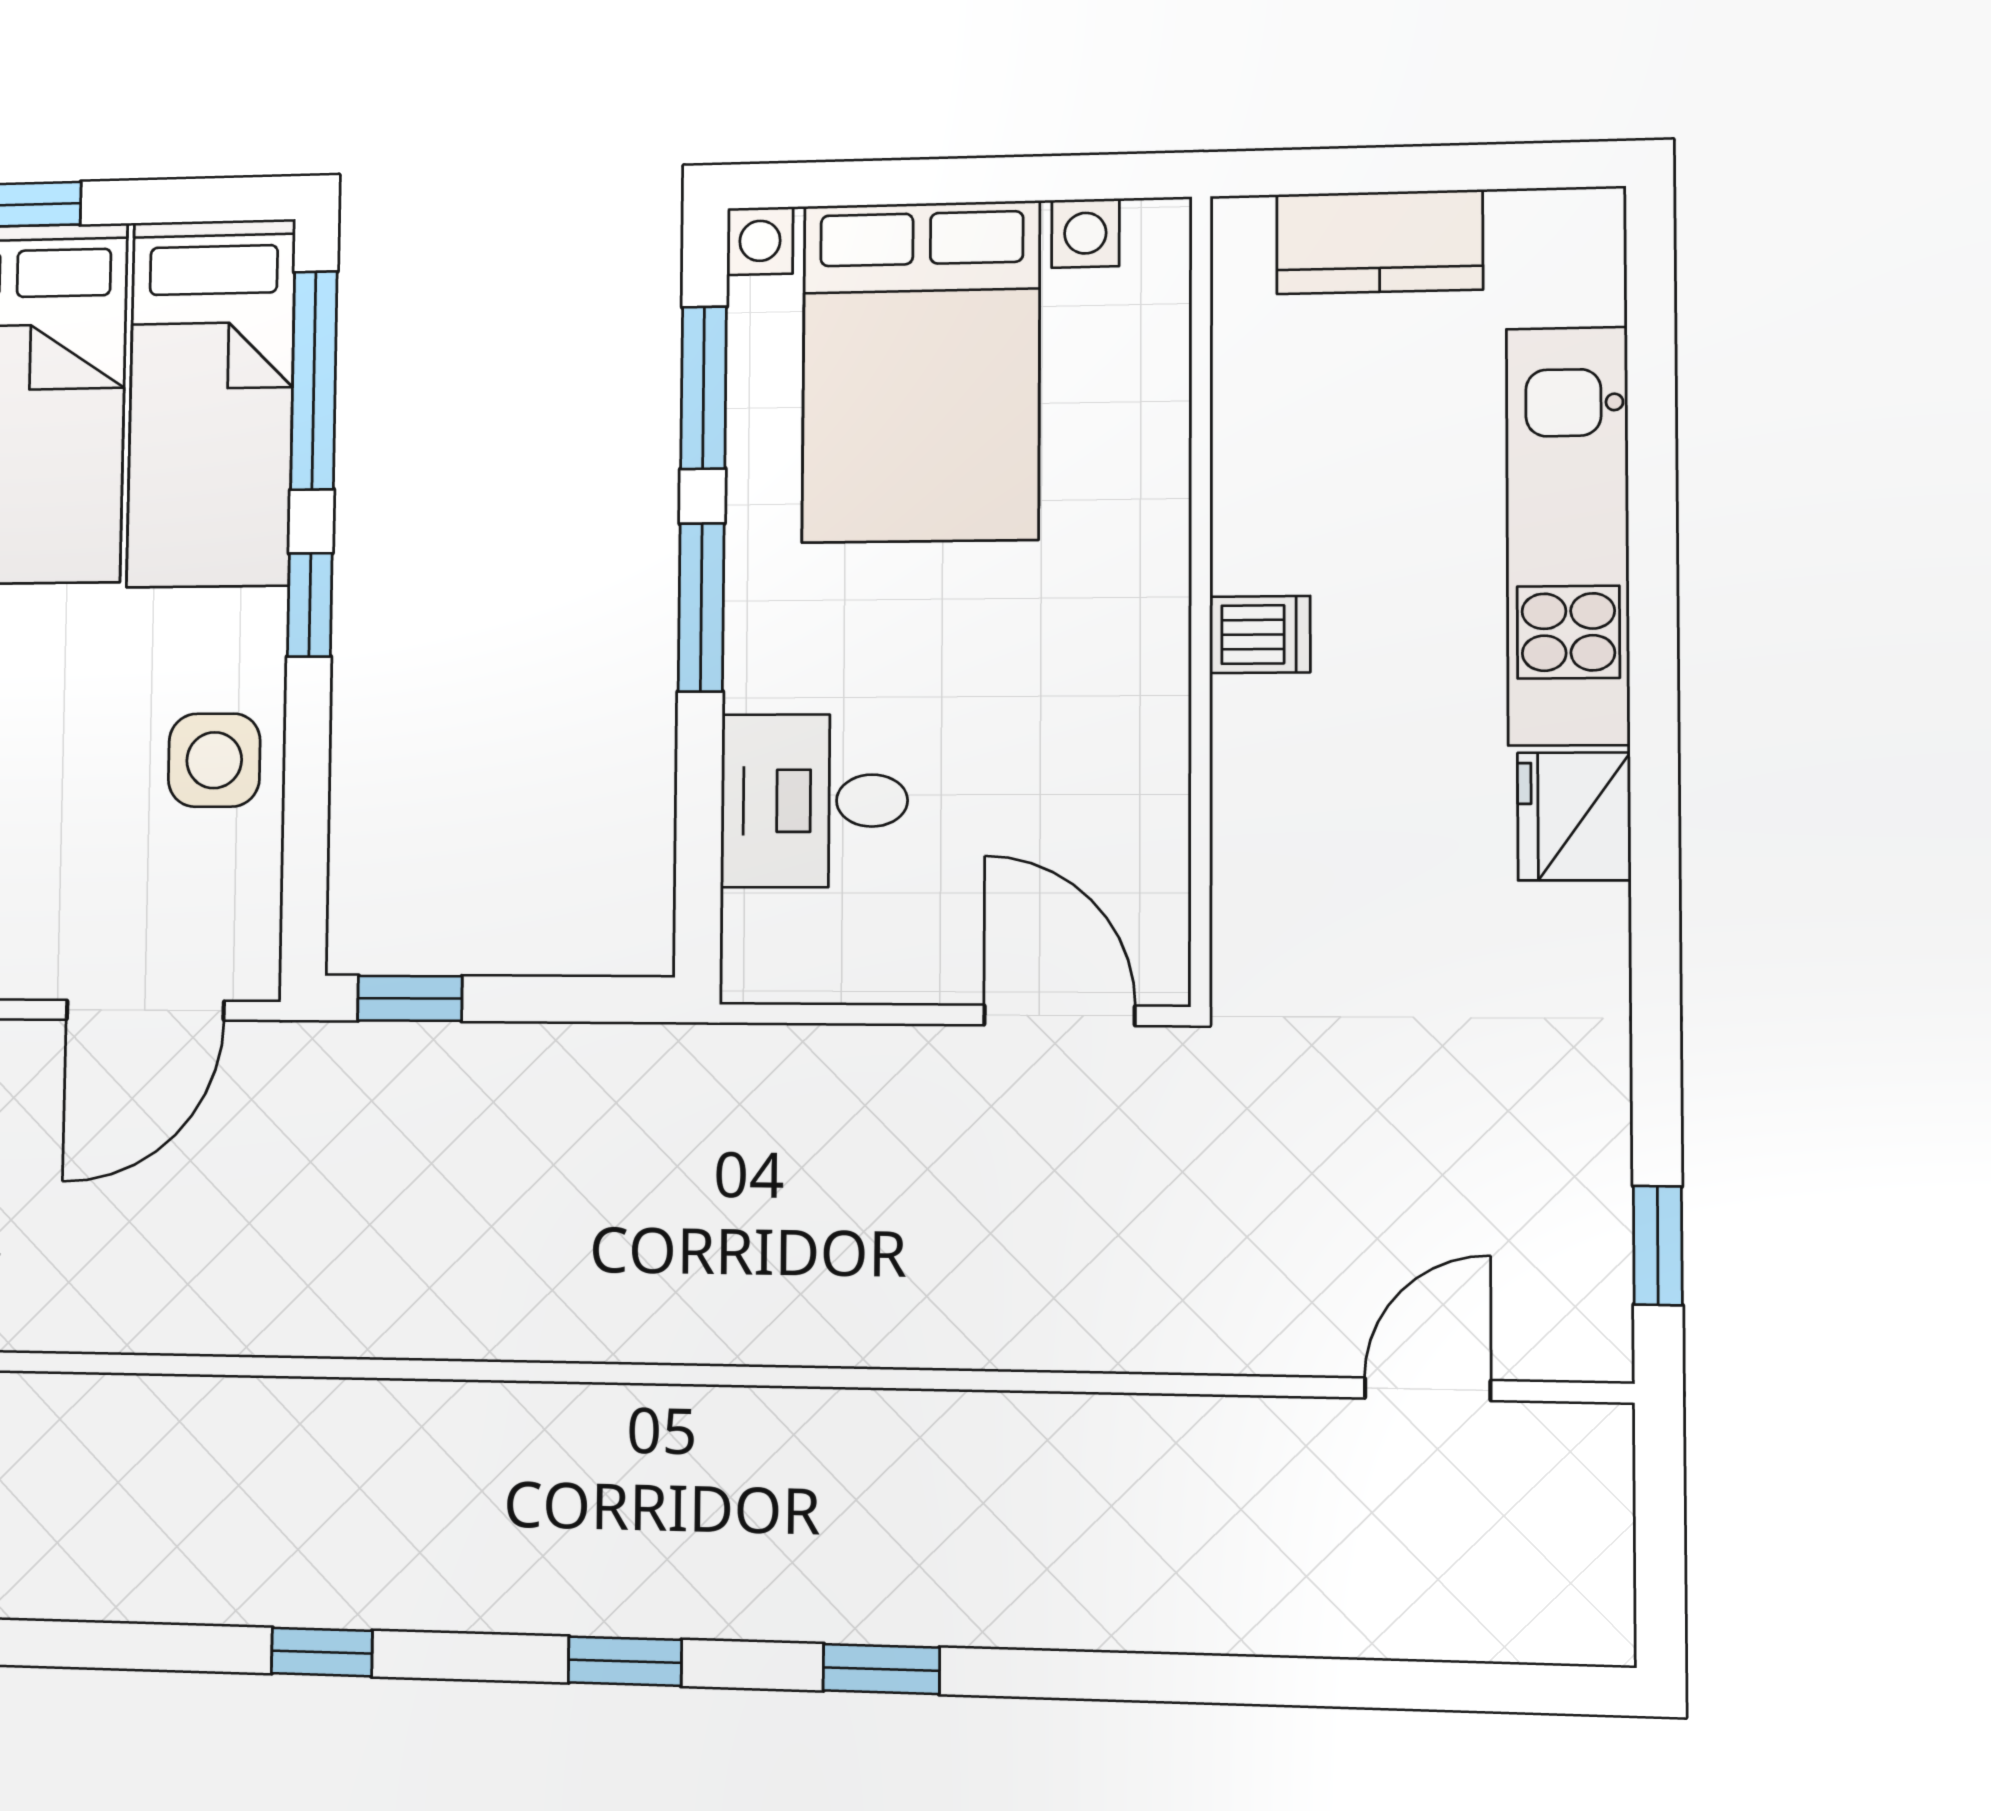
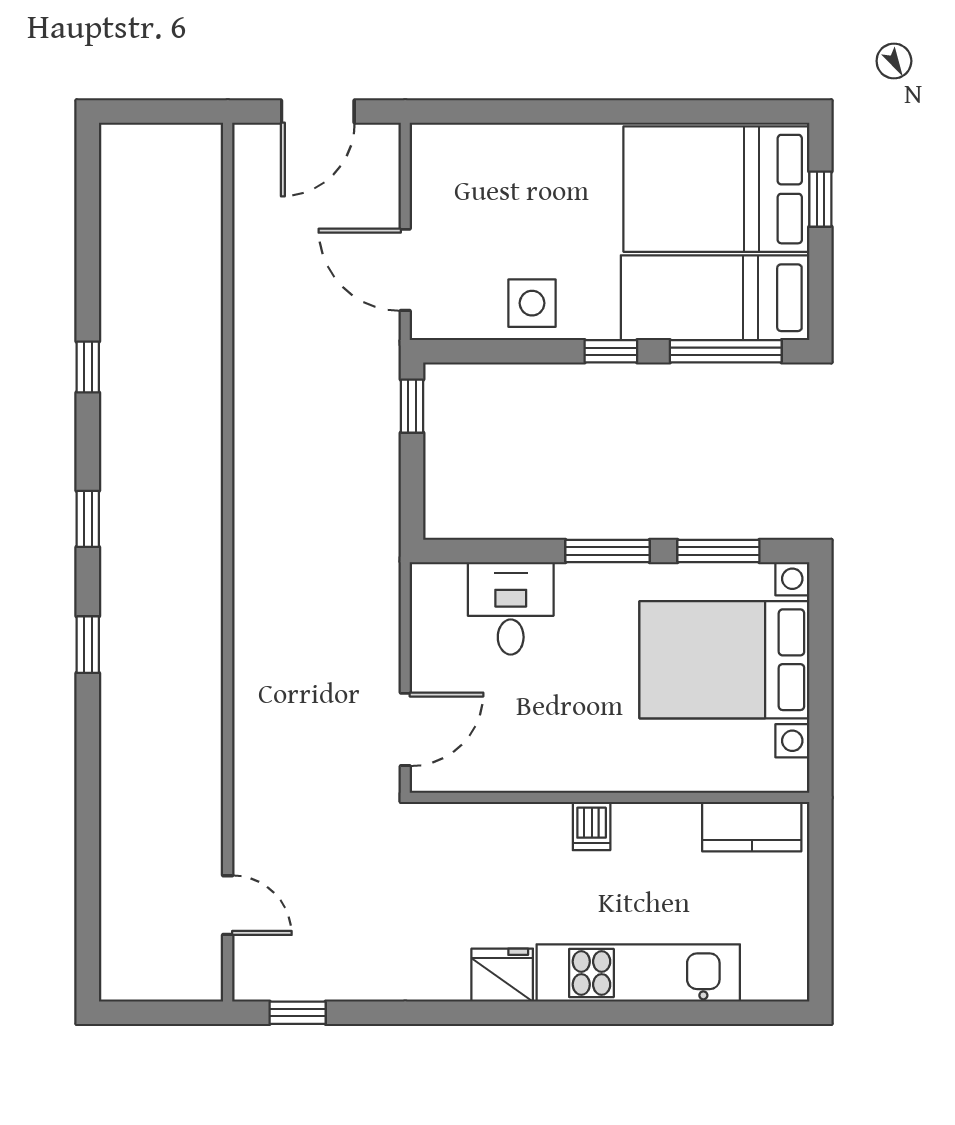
kitchen counter: (1379, 242) -> (752, 827), moved, turned -90

